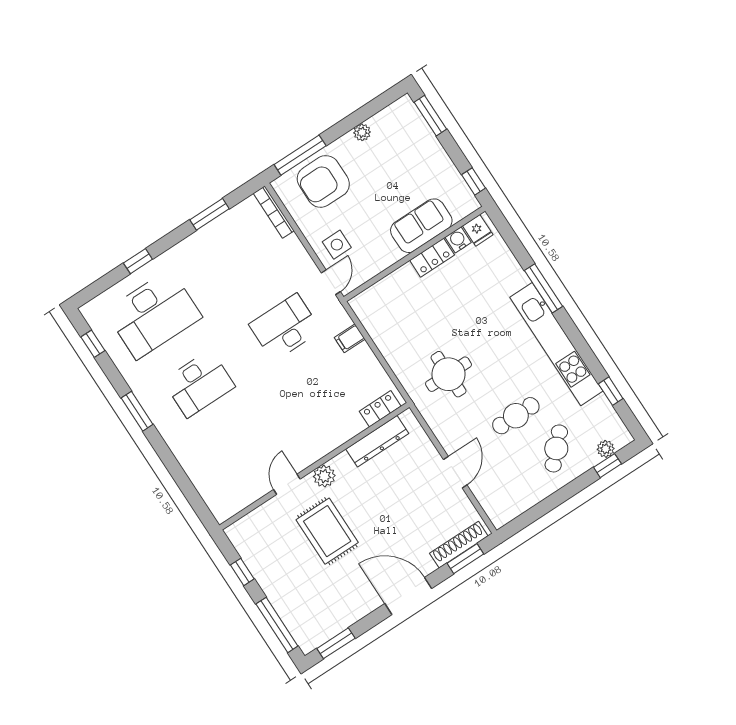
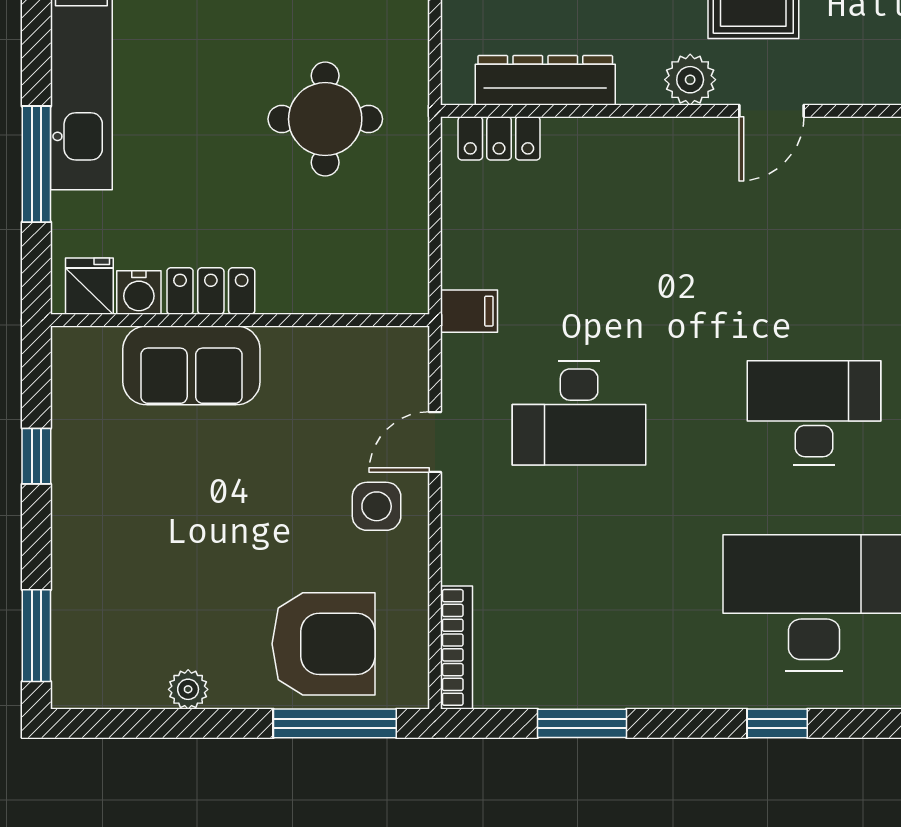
sofa: (421, 226) -> (191, 365), moved
fridge: (478, 230) -> (89, 286), moved
water cooler: (458, 240) -> (139, 292), moved
wall: (414, 254) -> (240, 320), moved
locker: (432, 258) -> (211, 291), moved

